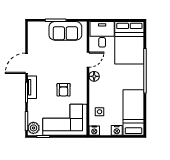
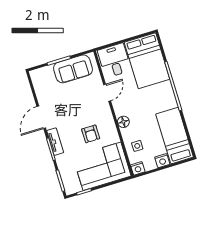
floor lamp: (94, 76) -> (123, 122), moved
plant: (33, 128) -> (70, 186), removed

